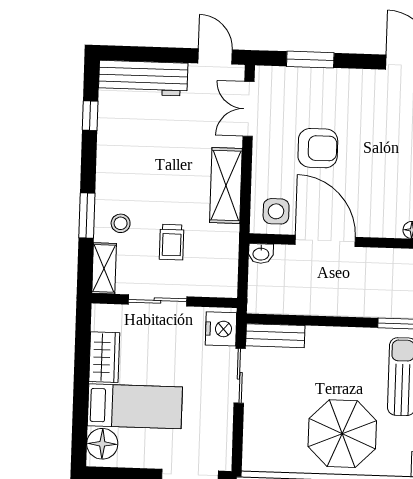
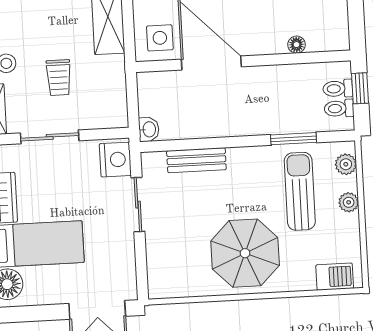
washbasin: (261, 253) -> (149, 129), moved, turned -90
bench: (275, 336) -> (196, 160), moved

